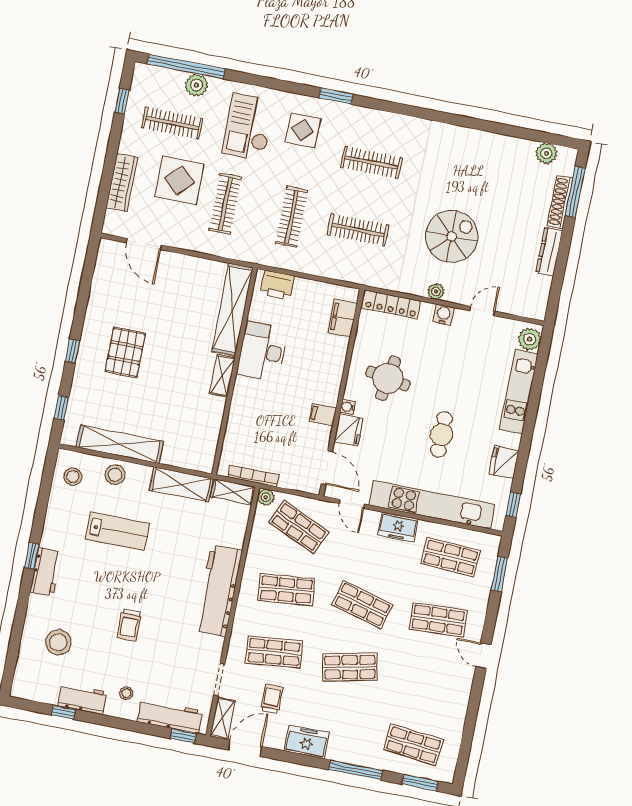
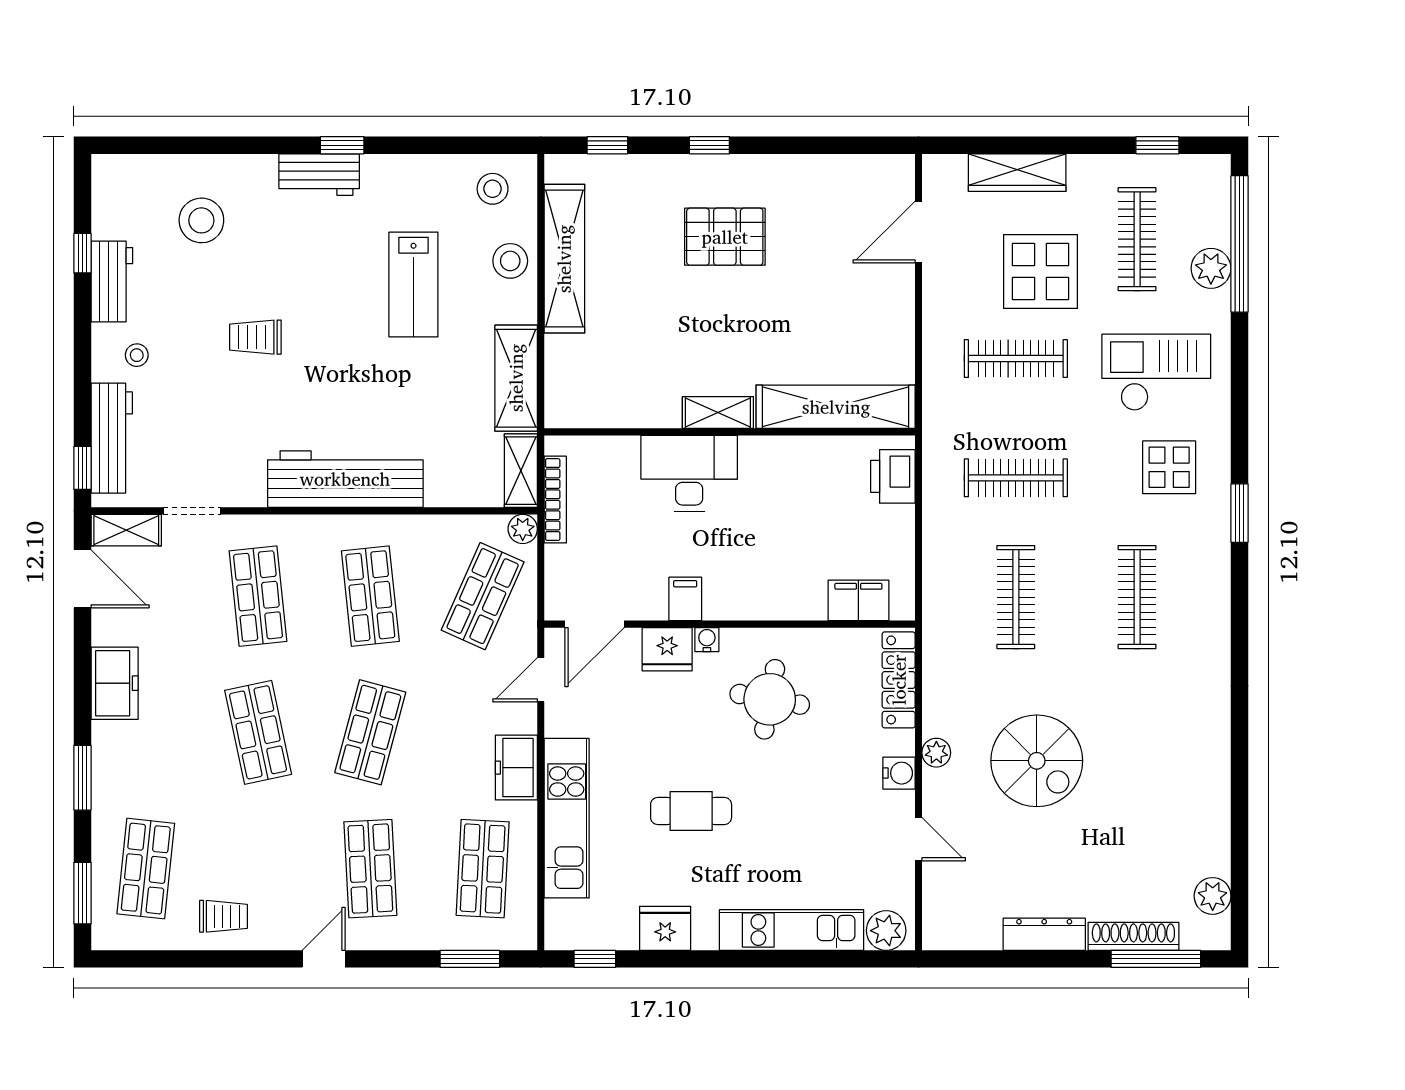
desk: (262, 351) -> (689, 473), moved
kitchen unit: (432, 505) -> (567, 818), width x0.73
trolley: (272, 699) -> (224, 916), moved
window: (356, 770) -> (82, 778), width x0.69

